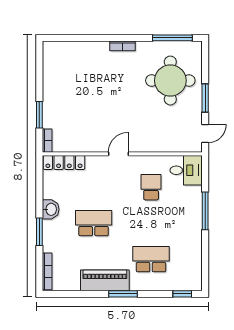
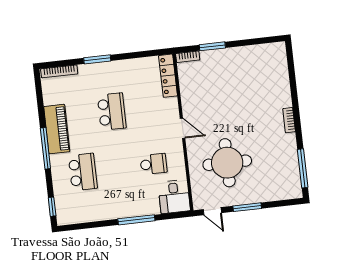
round table: (170, 81) -> (227, 163), moved
washbasin: (51, 209) -> (121, 68), removed
window: (123, 294) -> (45, 148), width x1.44

